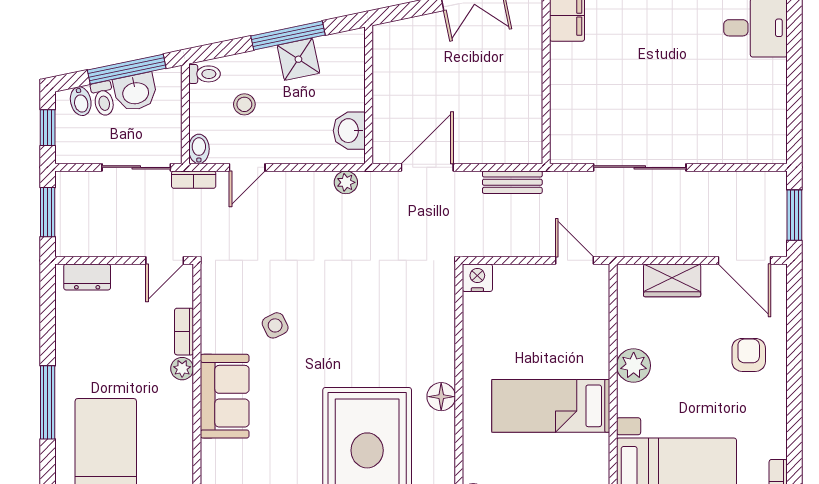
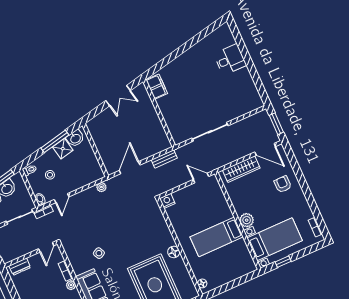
washbasin: (349, 131) -> (75, 138), moved, turned -102
wardrobe: (672, 280) -> (241, 169), width x1.50
plant: (634, 365) -> (247, 220), moved

